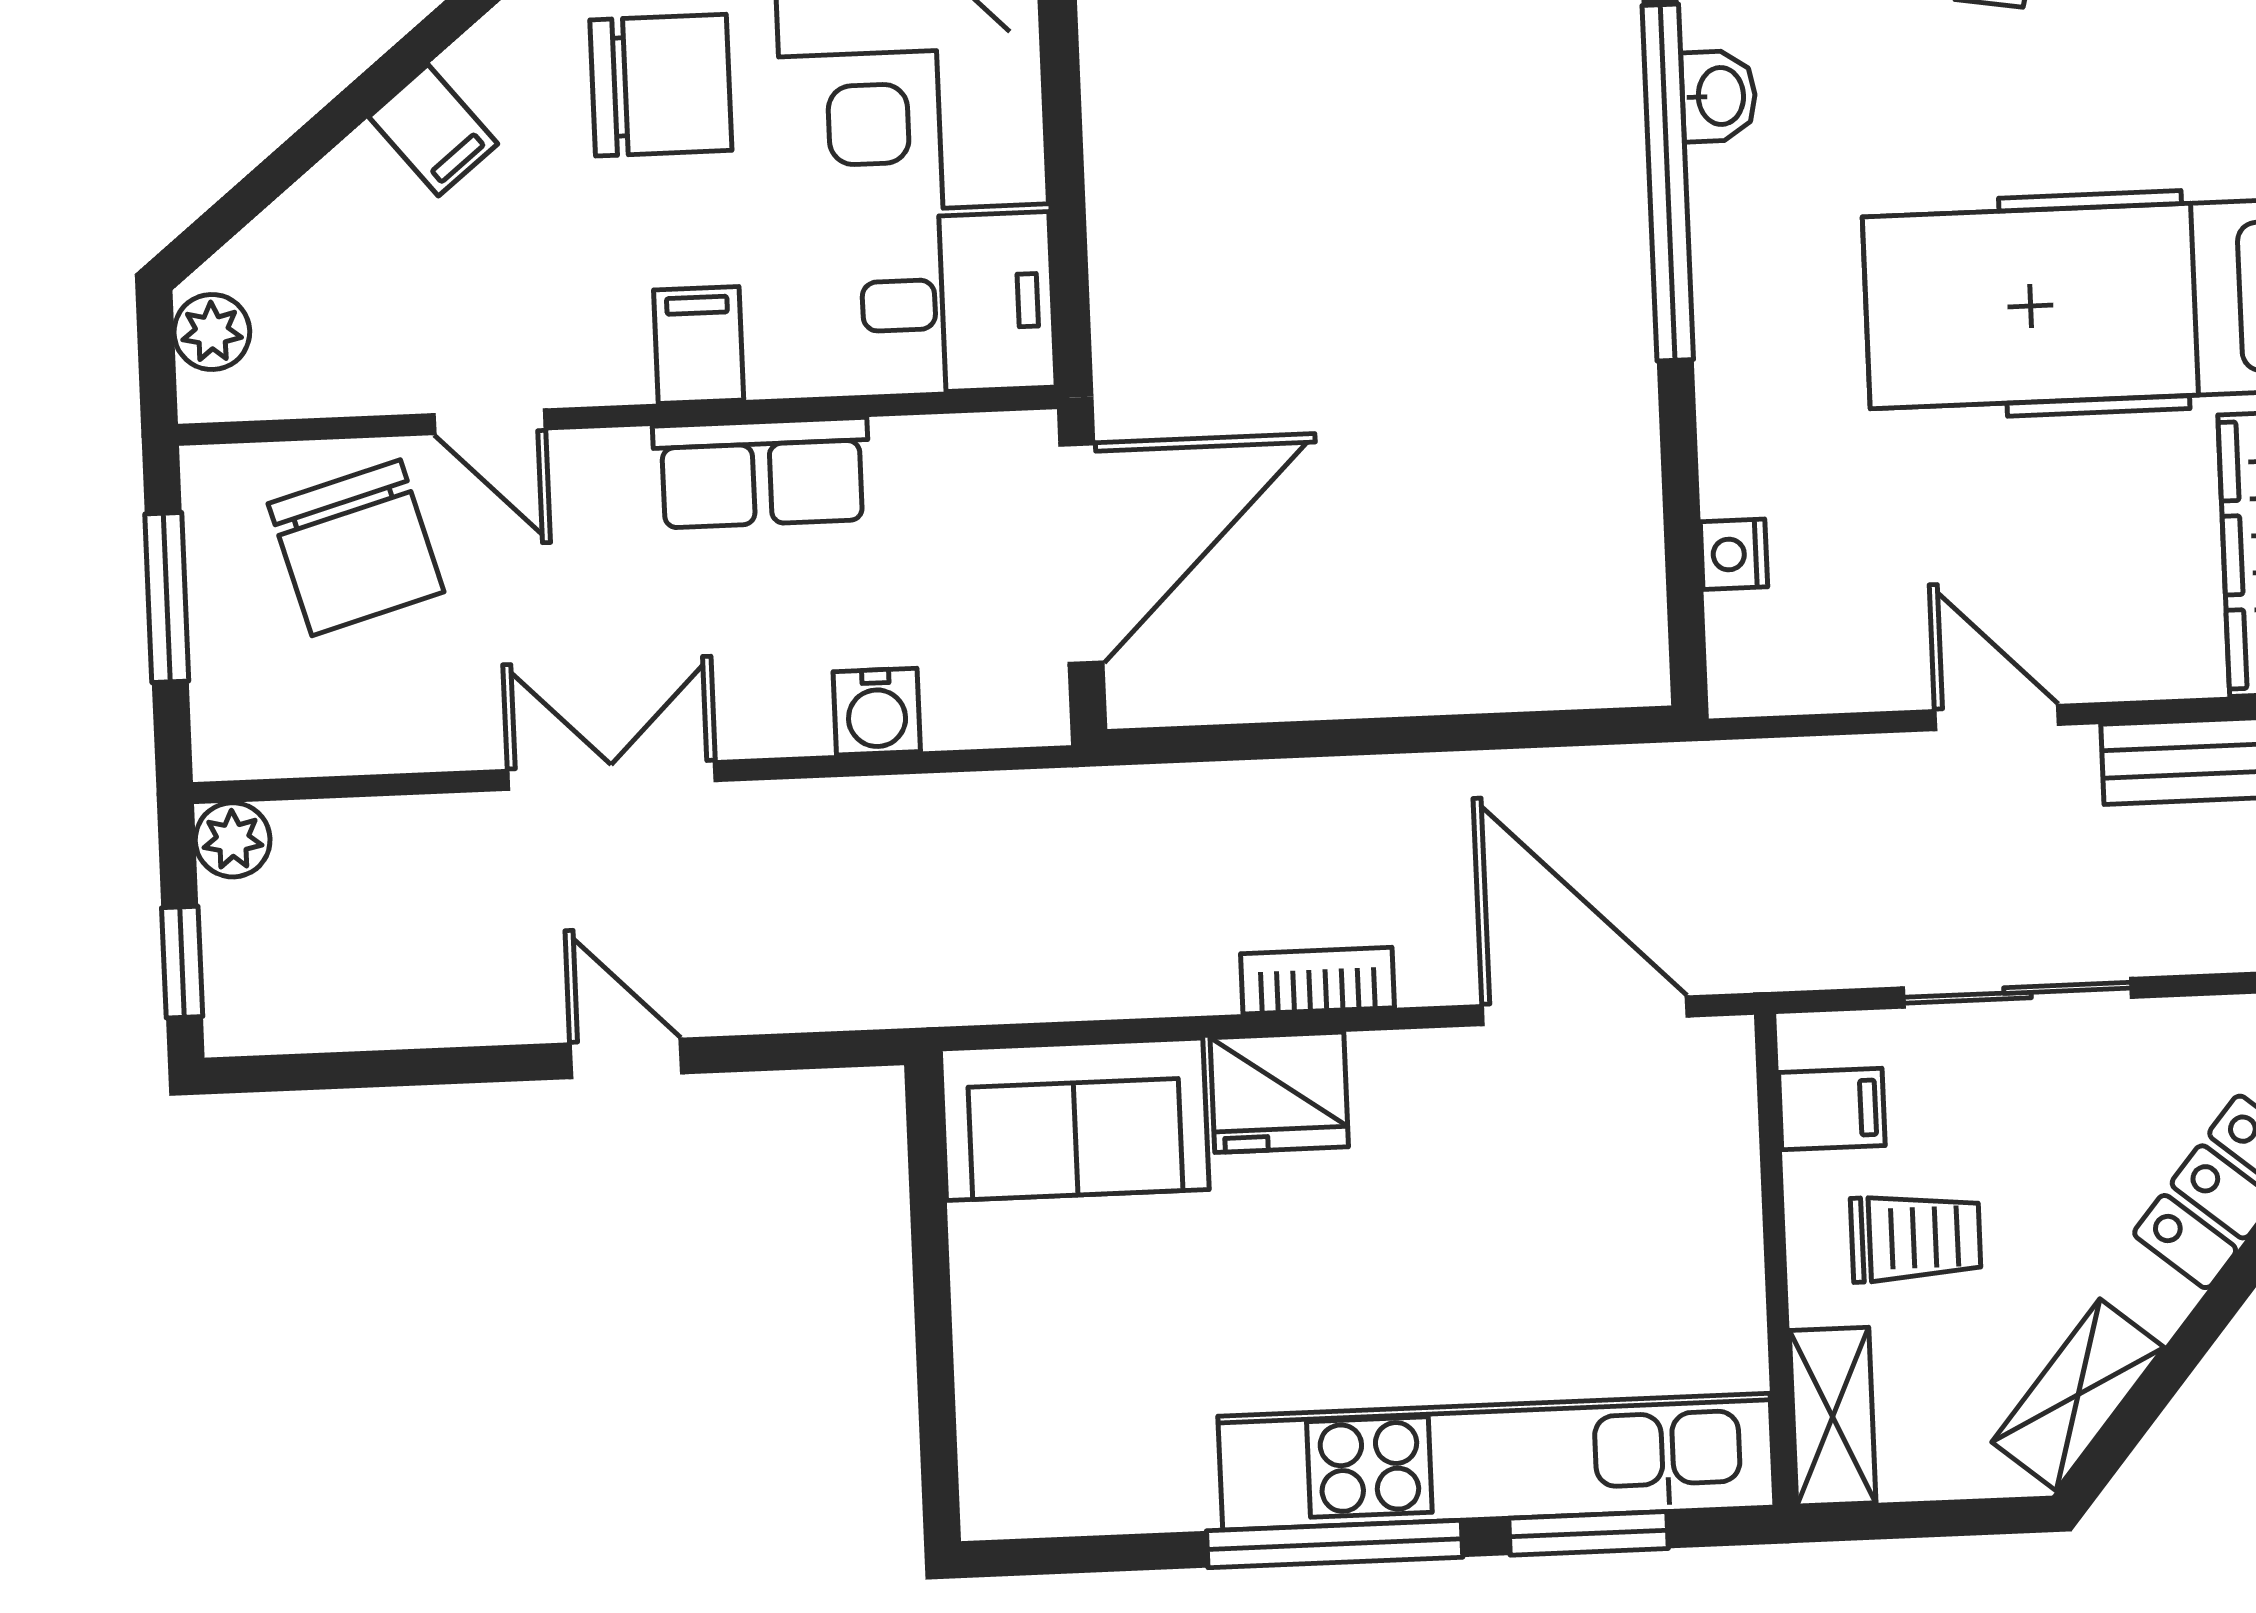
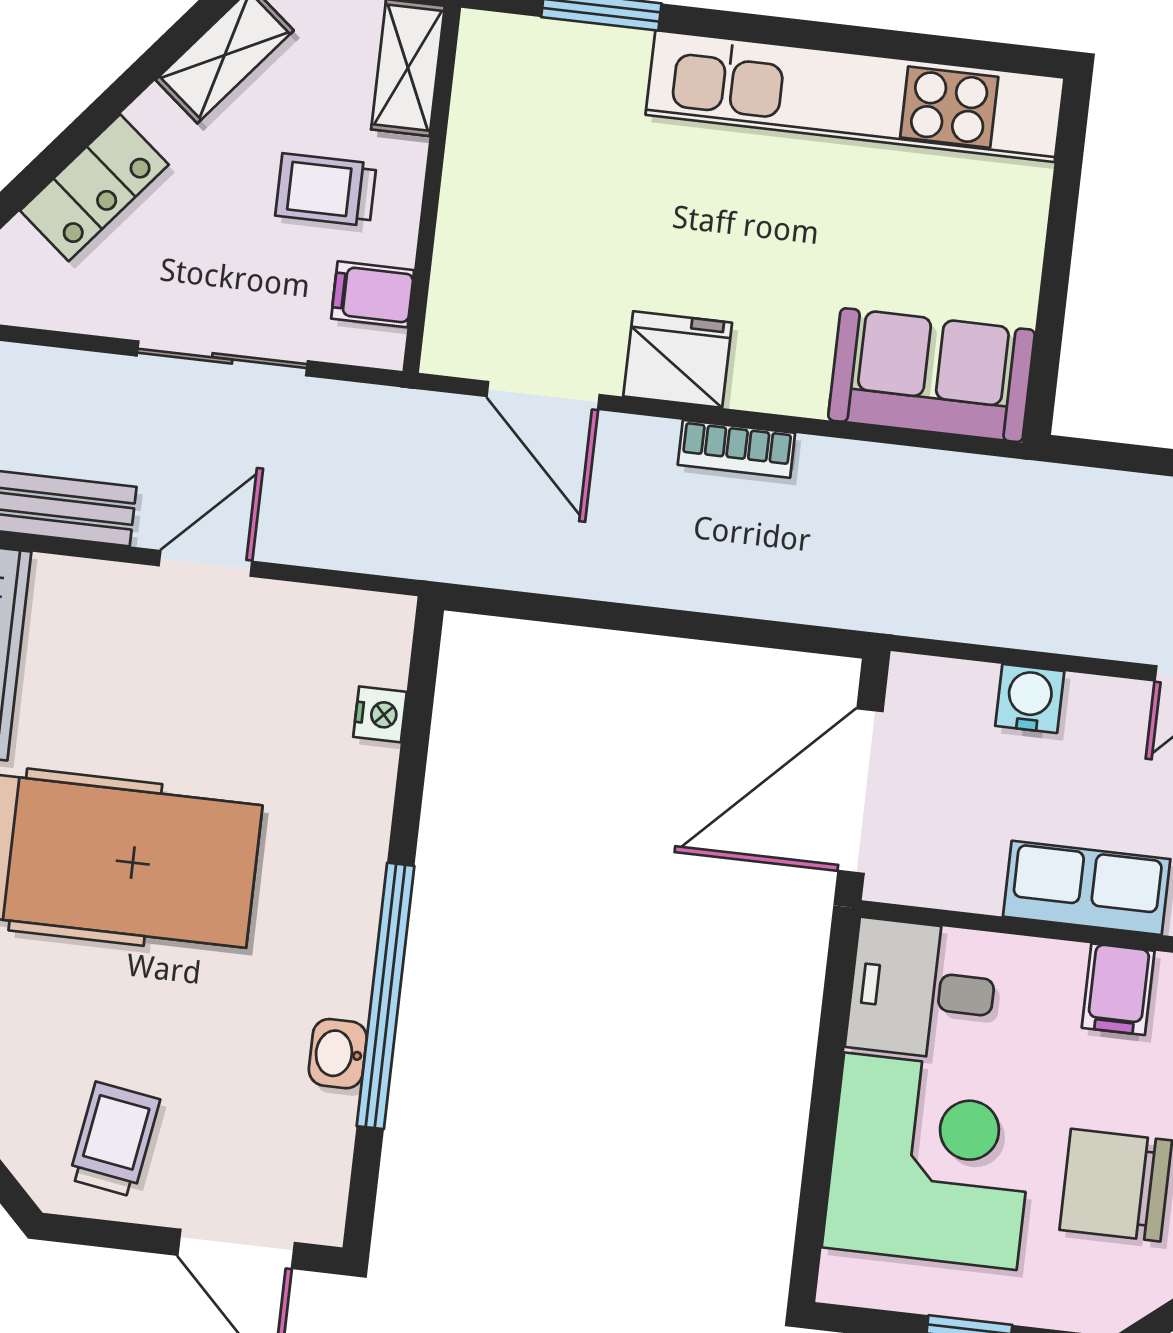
door: (1997, 718) -> (205, 563), swing flipped
door: (1585, 1011) -> (543, 395), width x0.73
fridge: (1279, 1092) -> (678, 360), moved
kitchen unit: (1496, 1462) -> (855, 96), moved
window: (1335, 1544) -> (790, 32), removed

